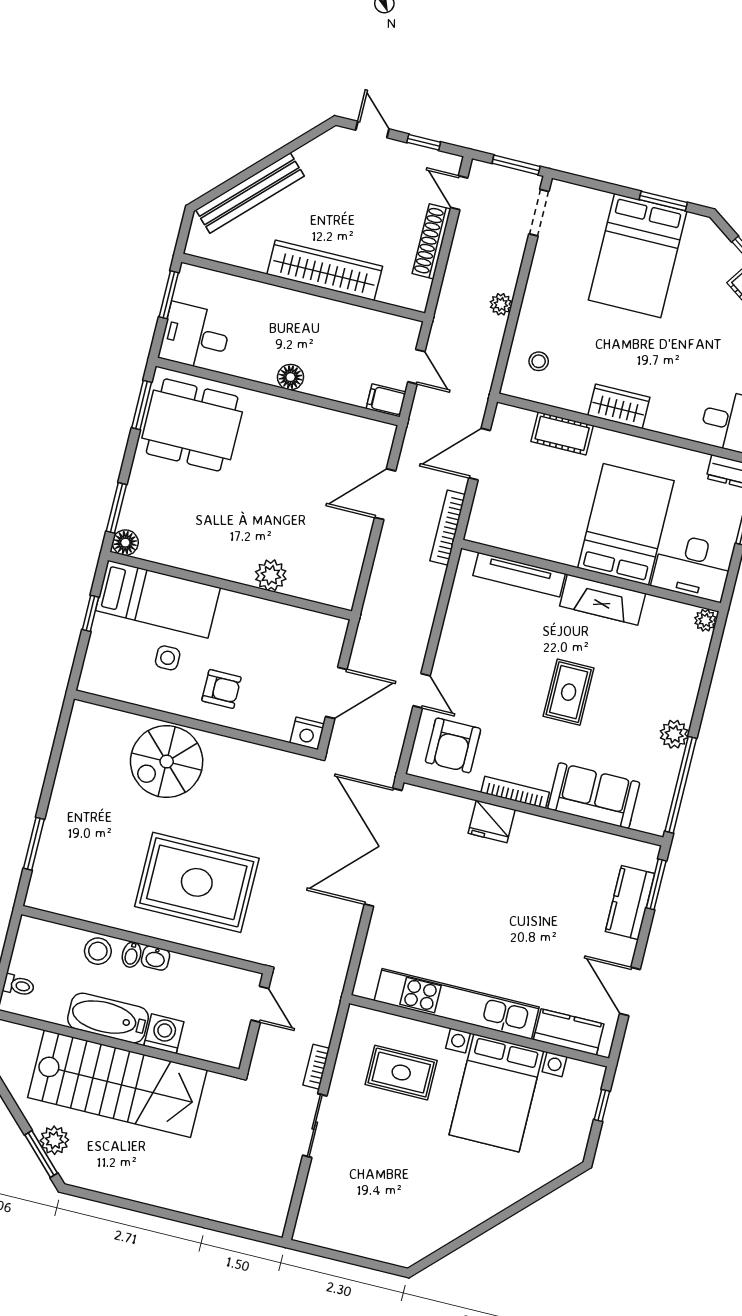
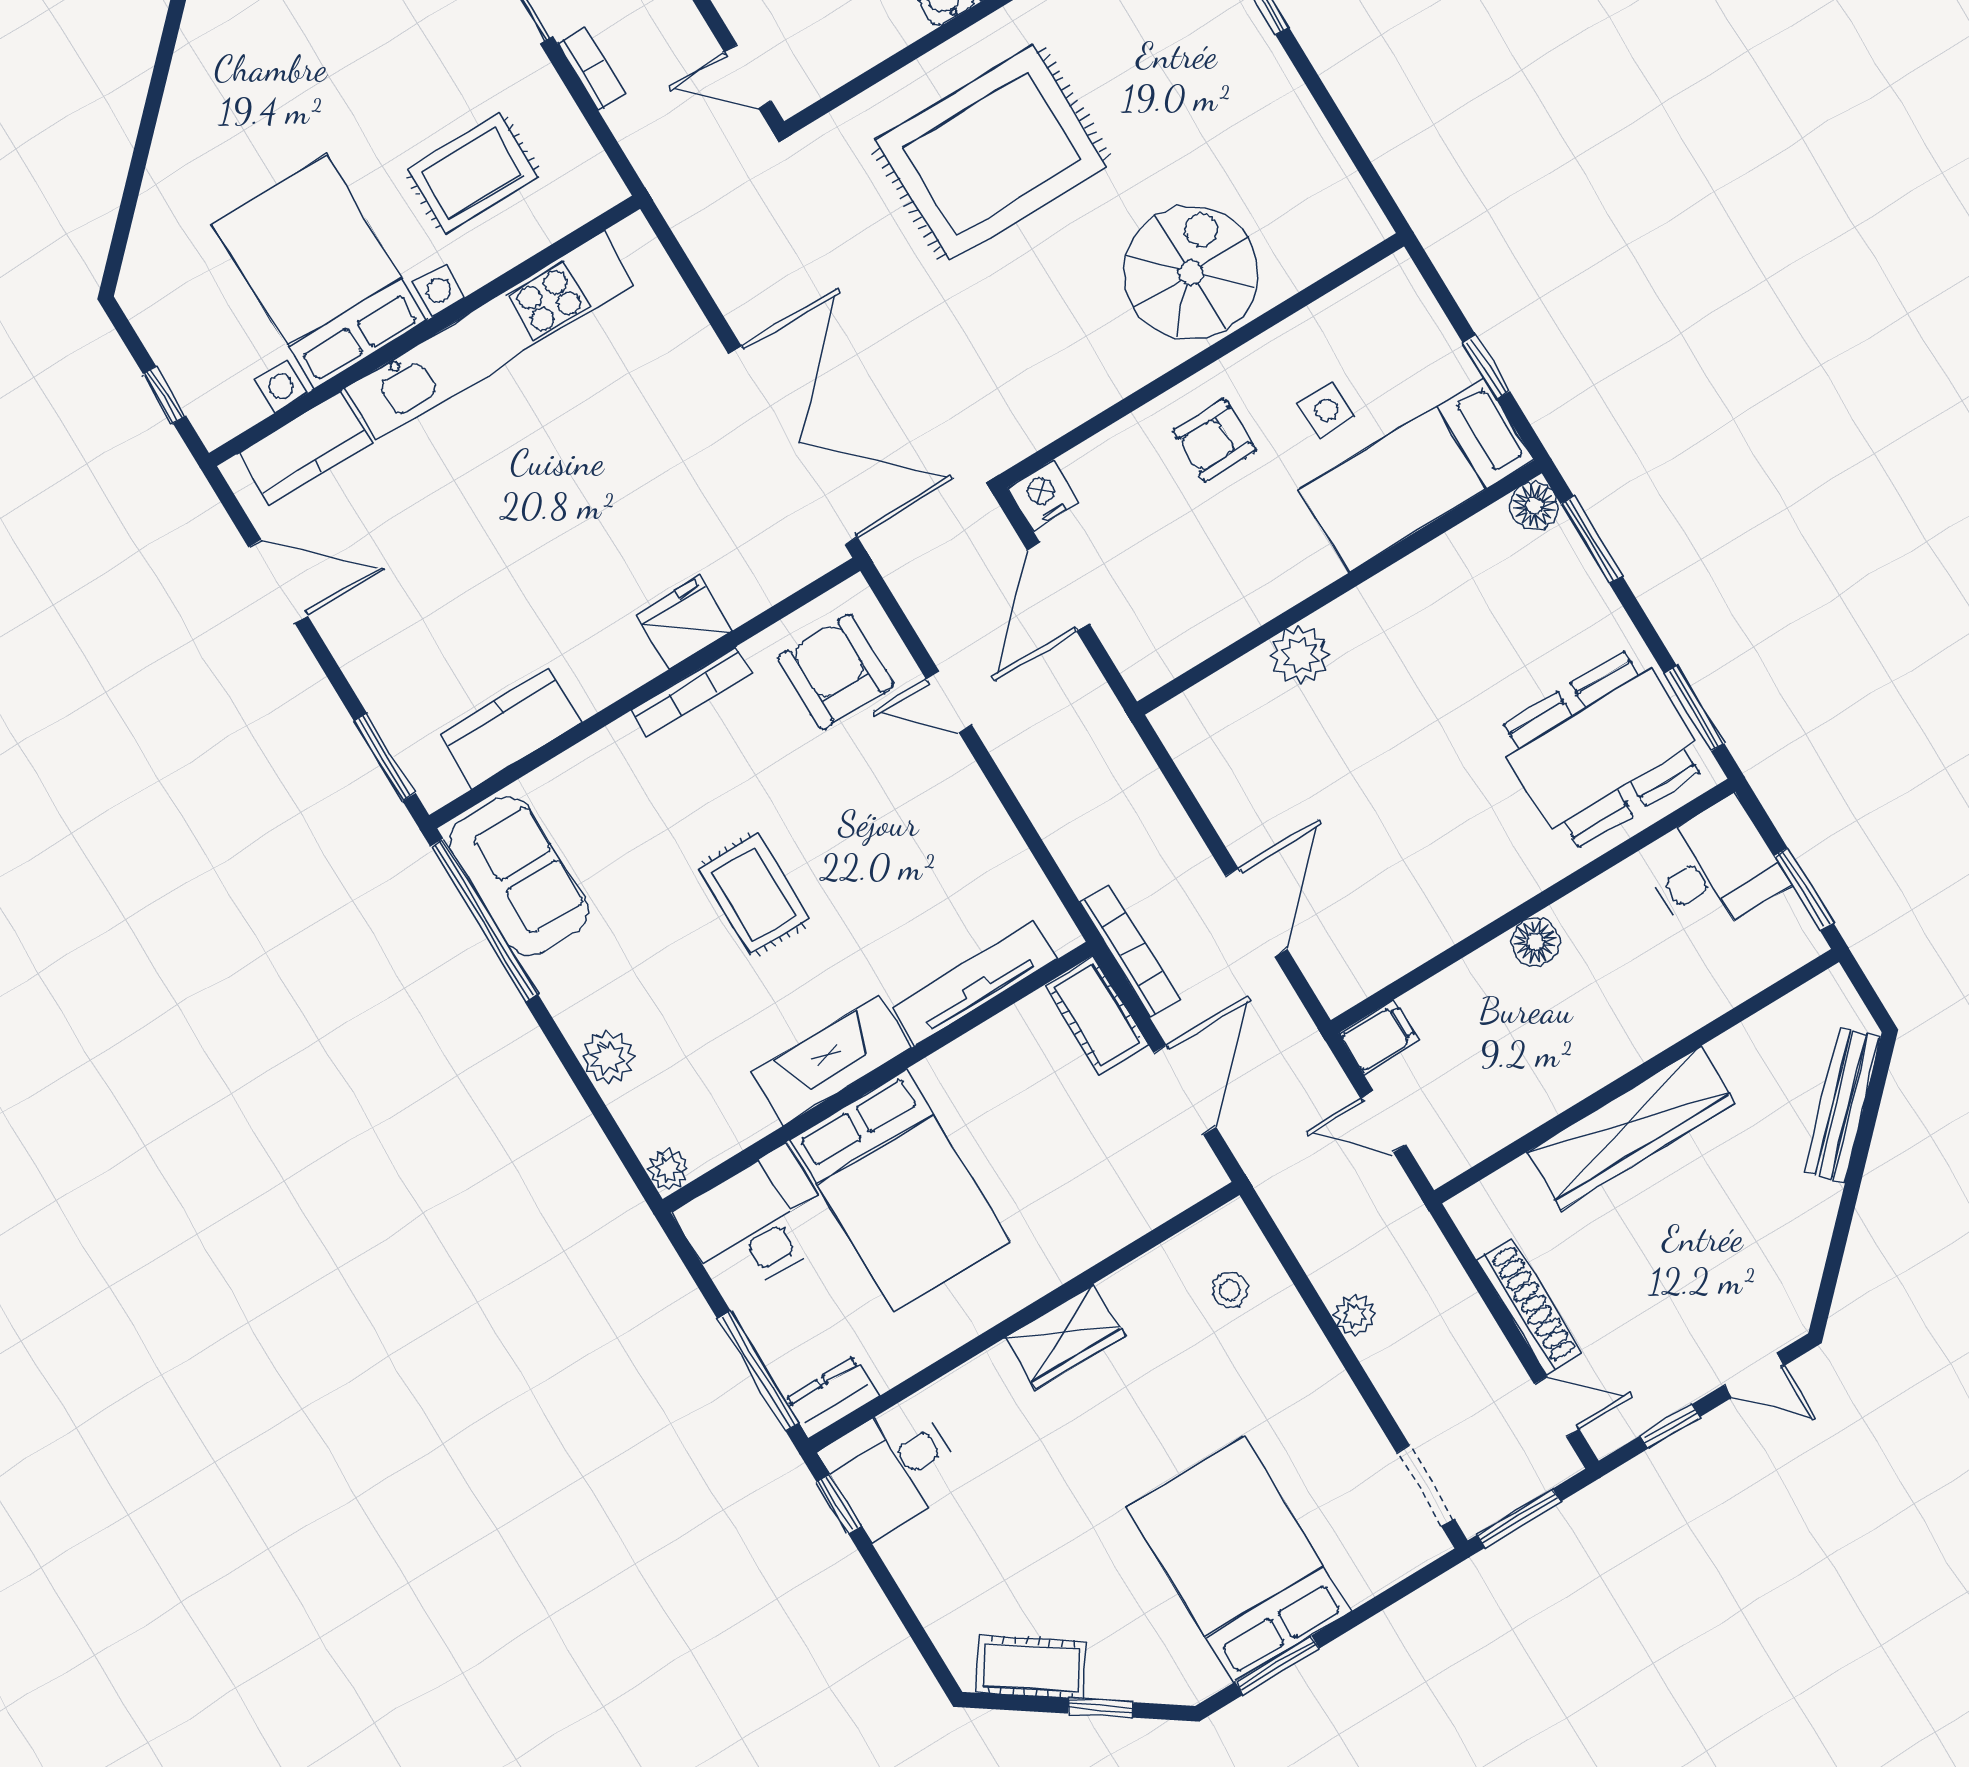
bench: (250, 193) -> (1842, 1105), width x0.73, depth x0.82
cot: (562, 433) -> (1097, 1015), moved, turned 90
plant: (674, 734) -> (608, 1058), moved
sofa: (594, 796) -> (519, 876), moved, turned -90
kitchen counter: (630, 903) -> (511, 728), moved, turned -90

